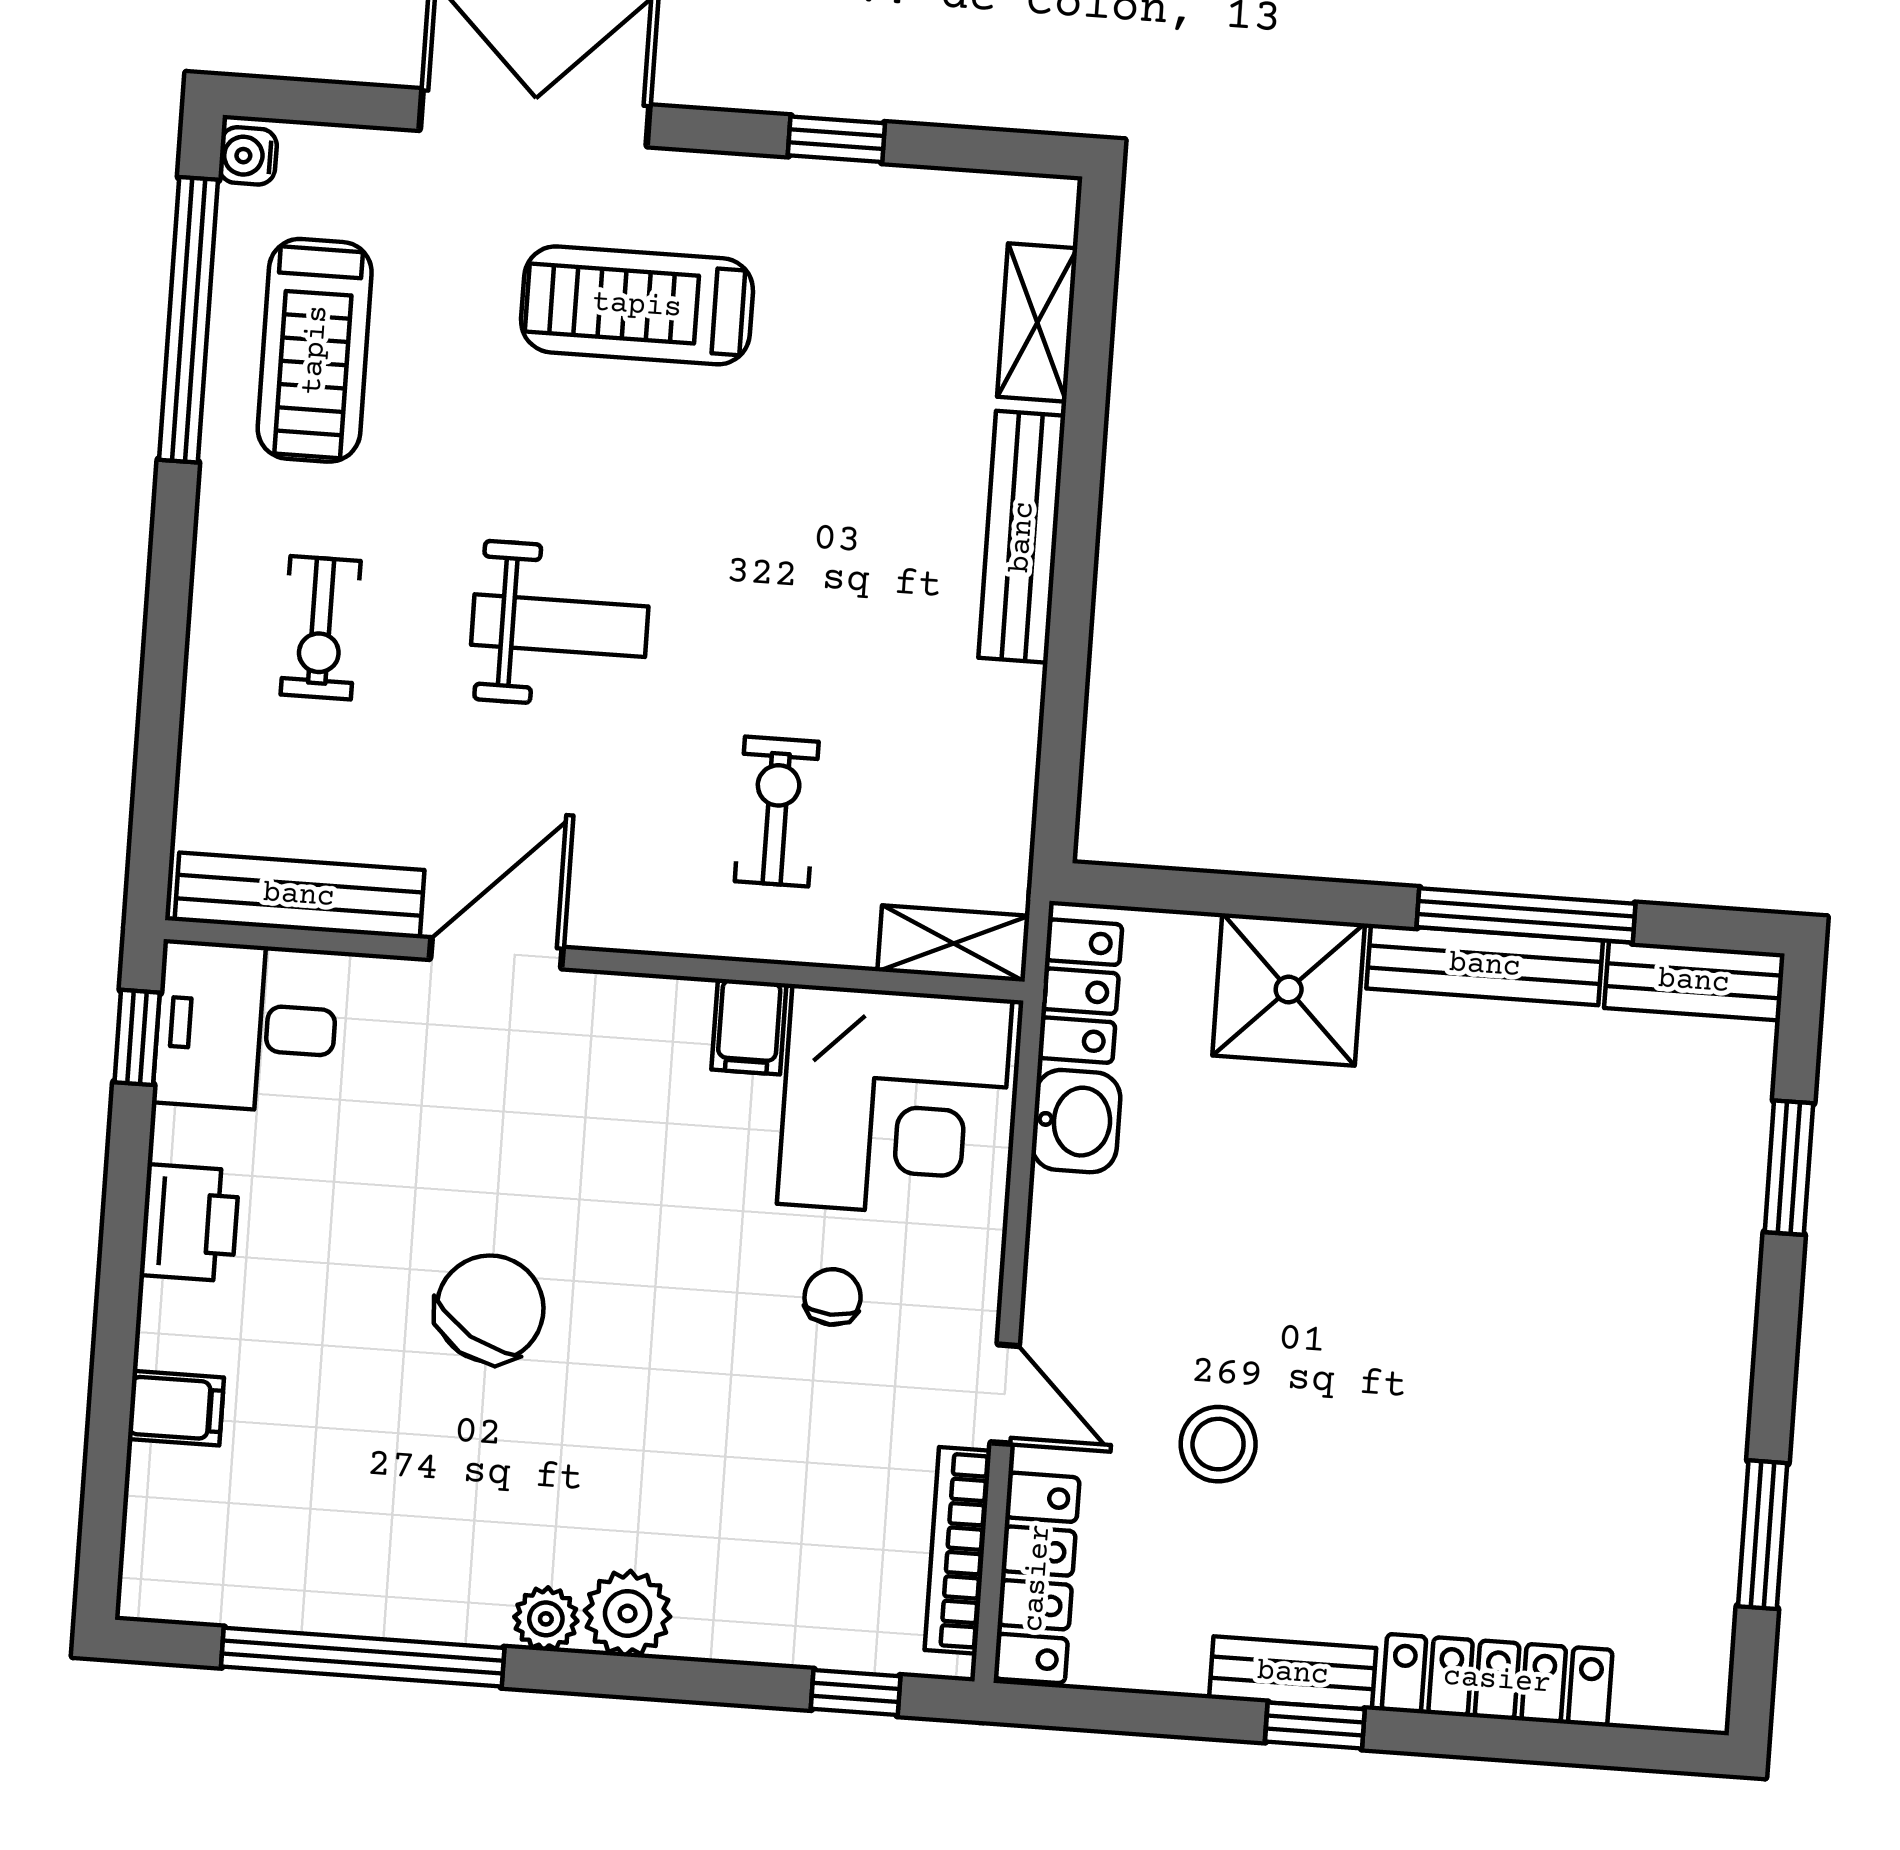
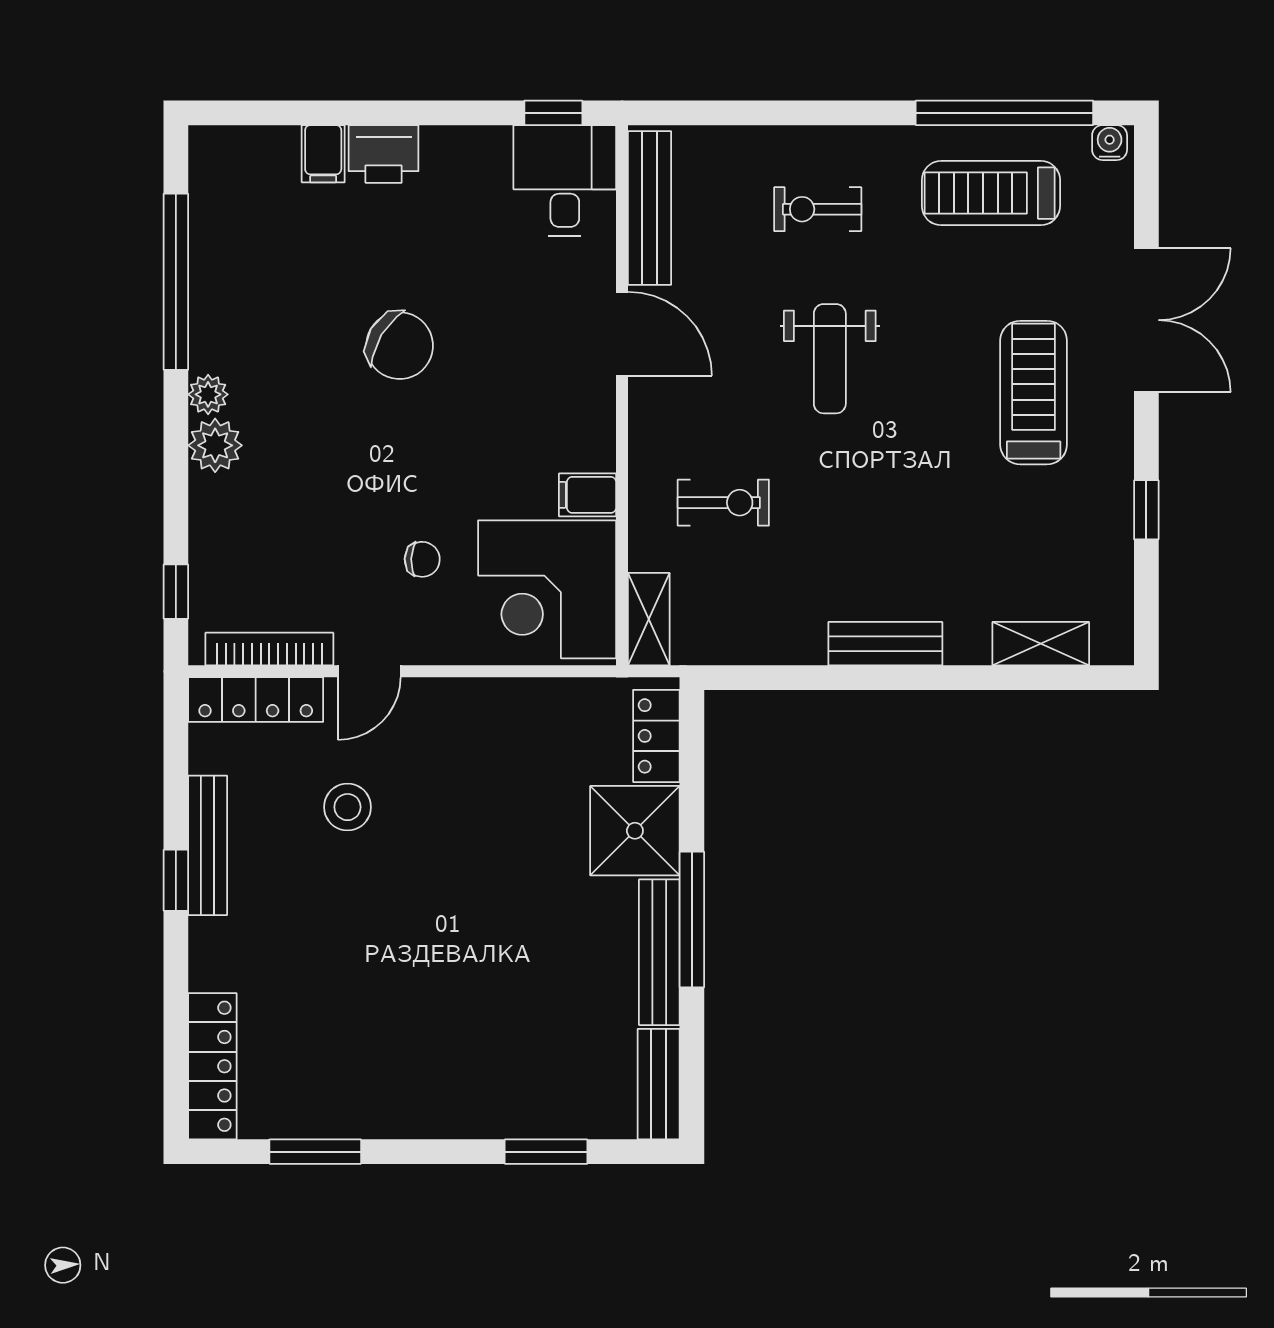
bench: (1022, 537) -> (885, 644), width x0.73
window: (1526, 915) -> (692, 920), moved
locker: (1080, 991) -> (656, 736), moved, turned 90
washbasin: (1076, 1121) -> (543, 704), removed
printer: (189, 1223) -> (384, 154), moved
bench: (1293, 1673) -> (208, 845), width x1.36
locker: (1497, 1680) -> (212, 1066), moved

